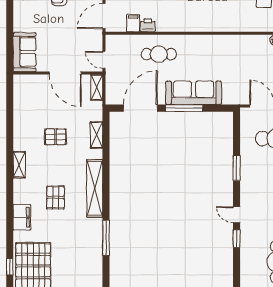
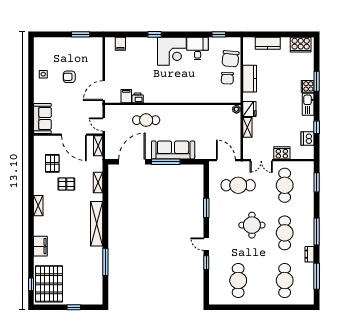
pallet: (56, 197) -> (52, 163), moved

